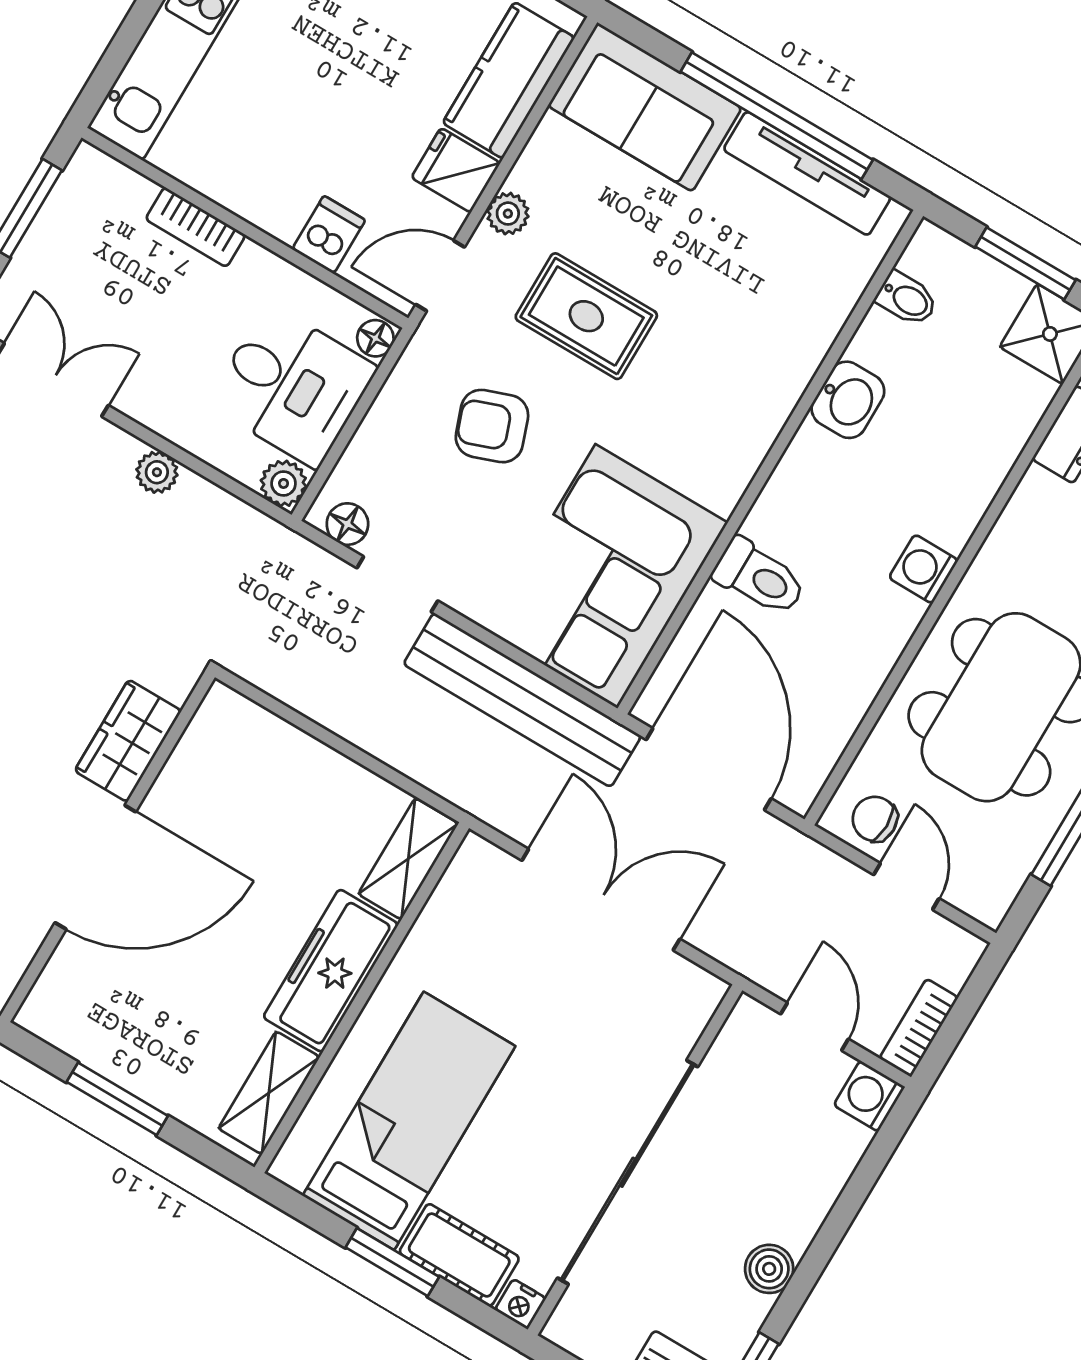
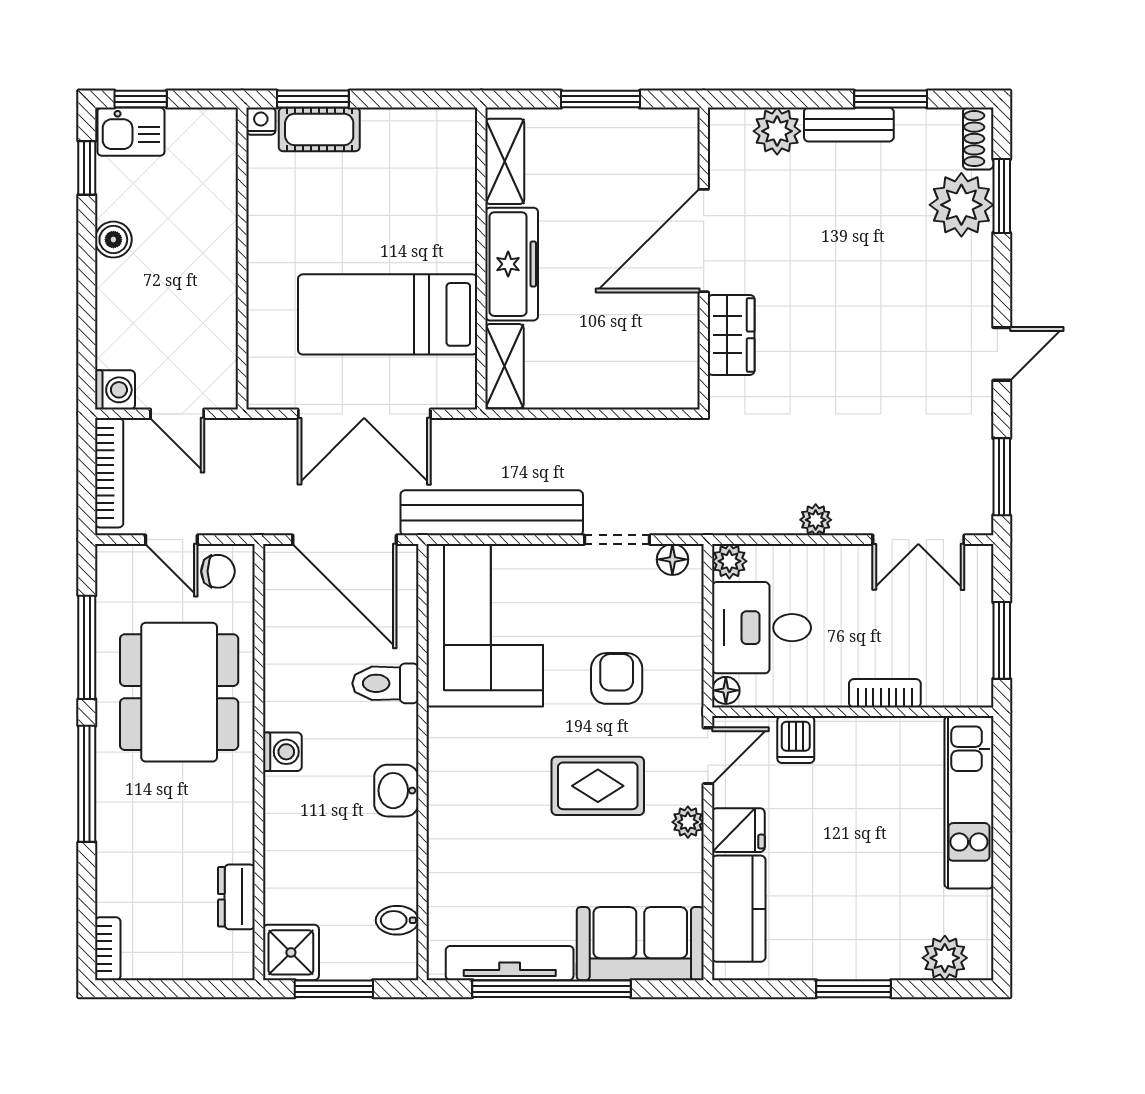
washbasin: (848, 400) -> (396, 791), moved
armchair: (492, 426) -> (617, 678), turned -70
bookcase: (919, 1028) -> (109, 473), width x1.56
bed: (409, 1121) -> (388, 314), moved, turned 90
sliding door: (628, 1172) -> (242, 248), removed
window: (392, 1262) -> (313, 99), moved

